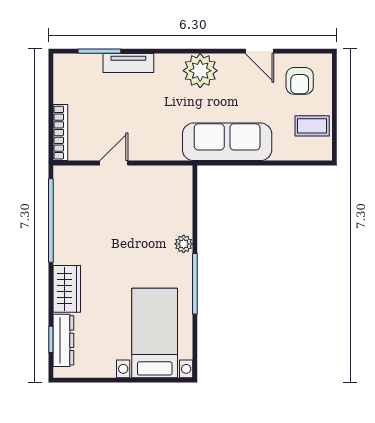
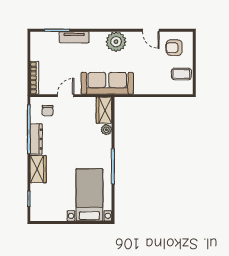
armchair: (300, 81) -> (174, 48), turned 90
sofa: (227, 142) -> (107, 83), moved
wardrobe: (180, 188) -> (104, 110), added
chair: (83, 189) -> (48, 111), added
plant: (184, 244) -> (106, 130), moved
dresser: (63, 340) -> (36, 139), moved

